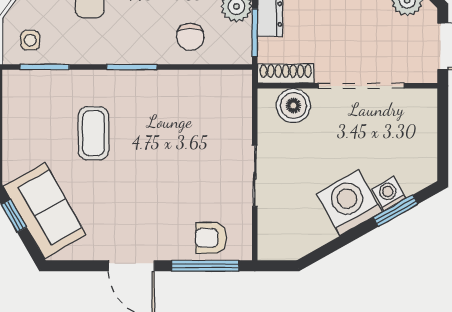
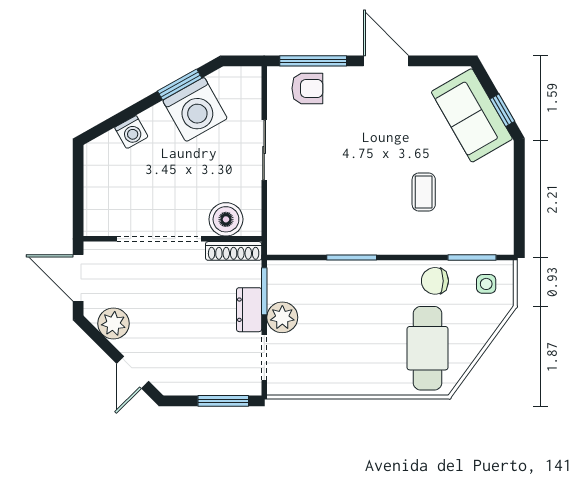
chair: (190, 37) -> (435, 281), moved, turned -90
window: (132, 67) -> (352, 257), moved
coffee table: (93, 133) -> (424, 192), width x0.73, depth x0.77
washing machine: (349, 203) -> (195, 109), moved
window: (395, 211) -> (180, 85), moved

